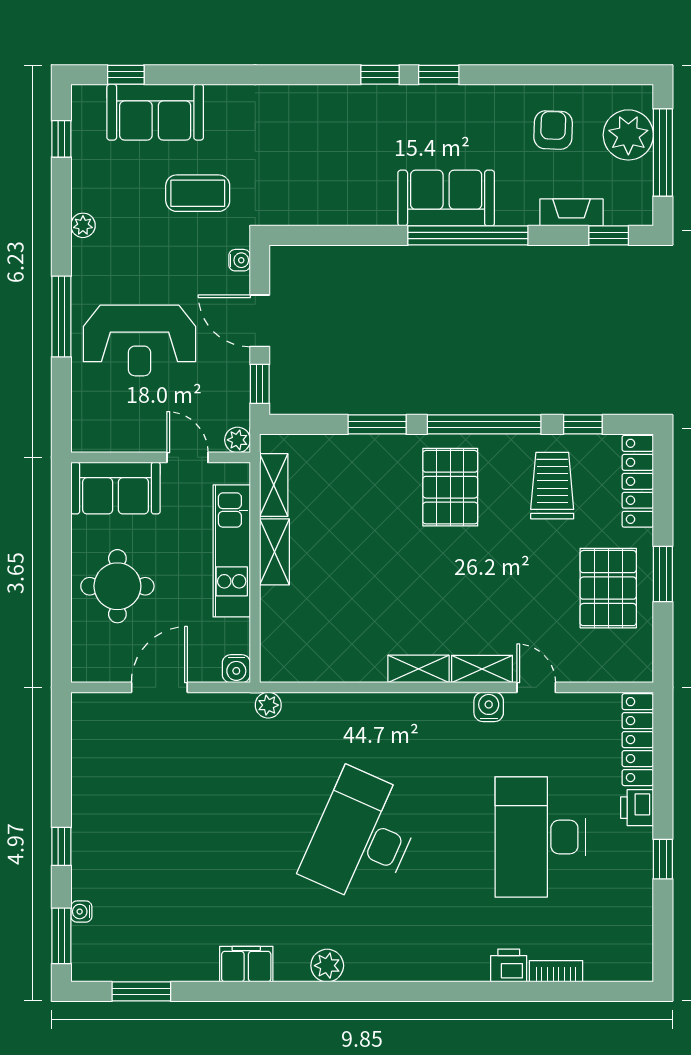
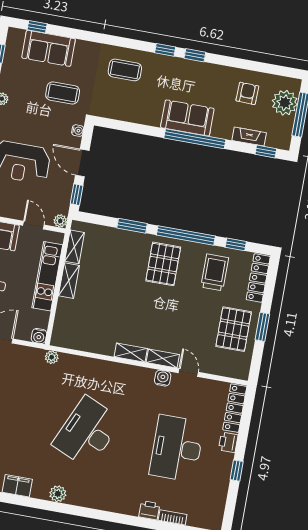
coffee table: (309, 127) -> (125, 70), added

